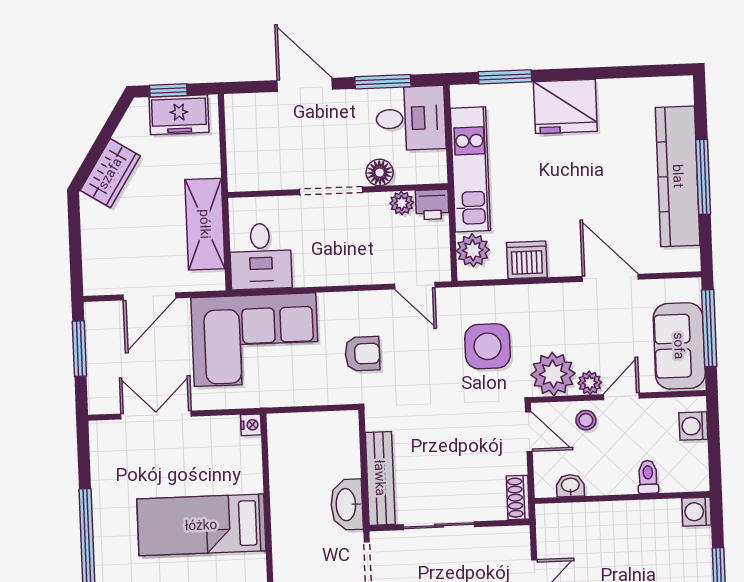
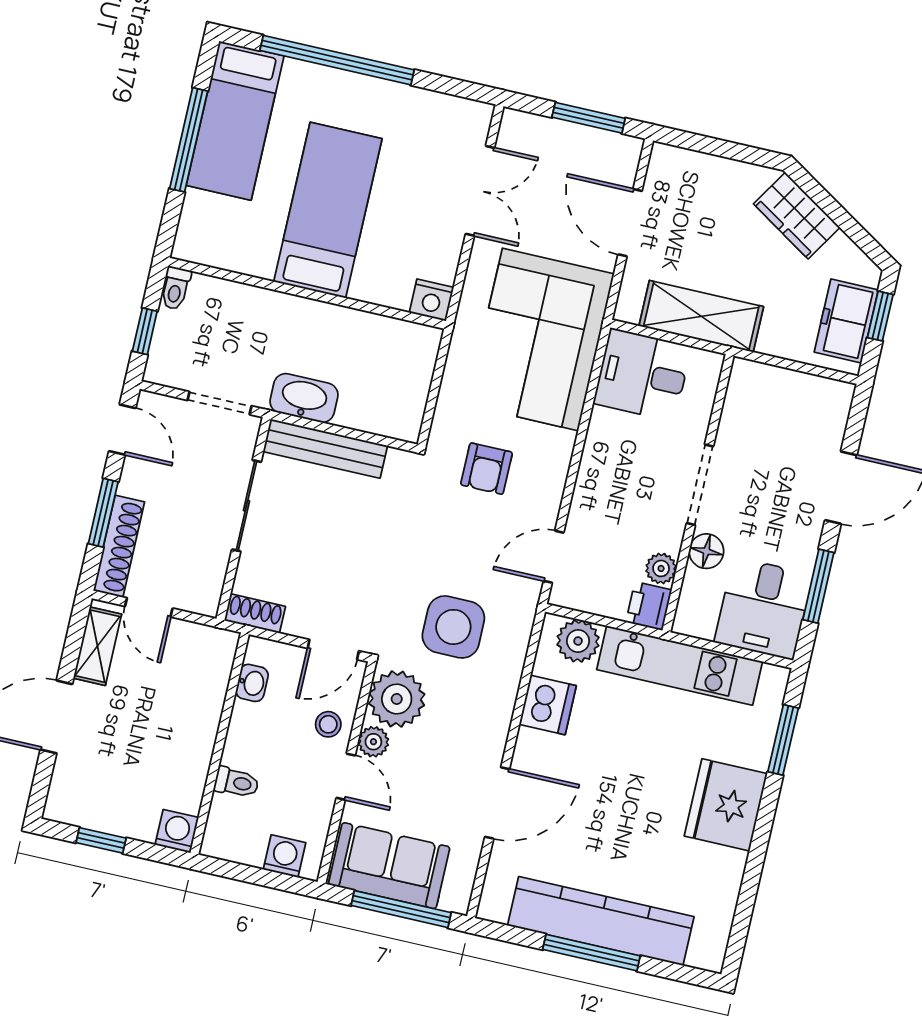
nightstand: (251, 425) -> (432, 300), width x1.39, depth x1.35

